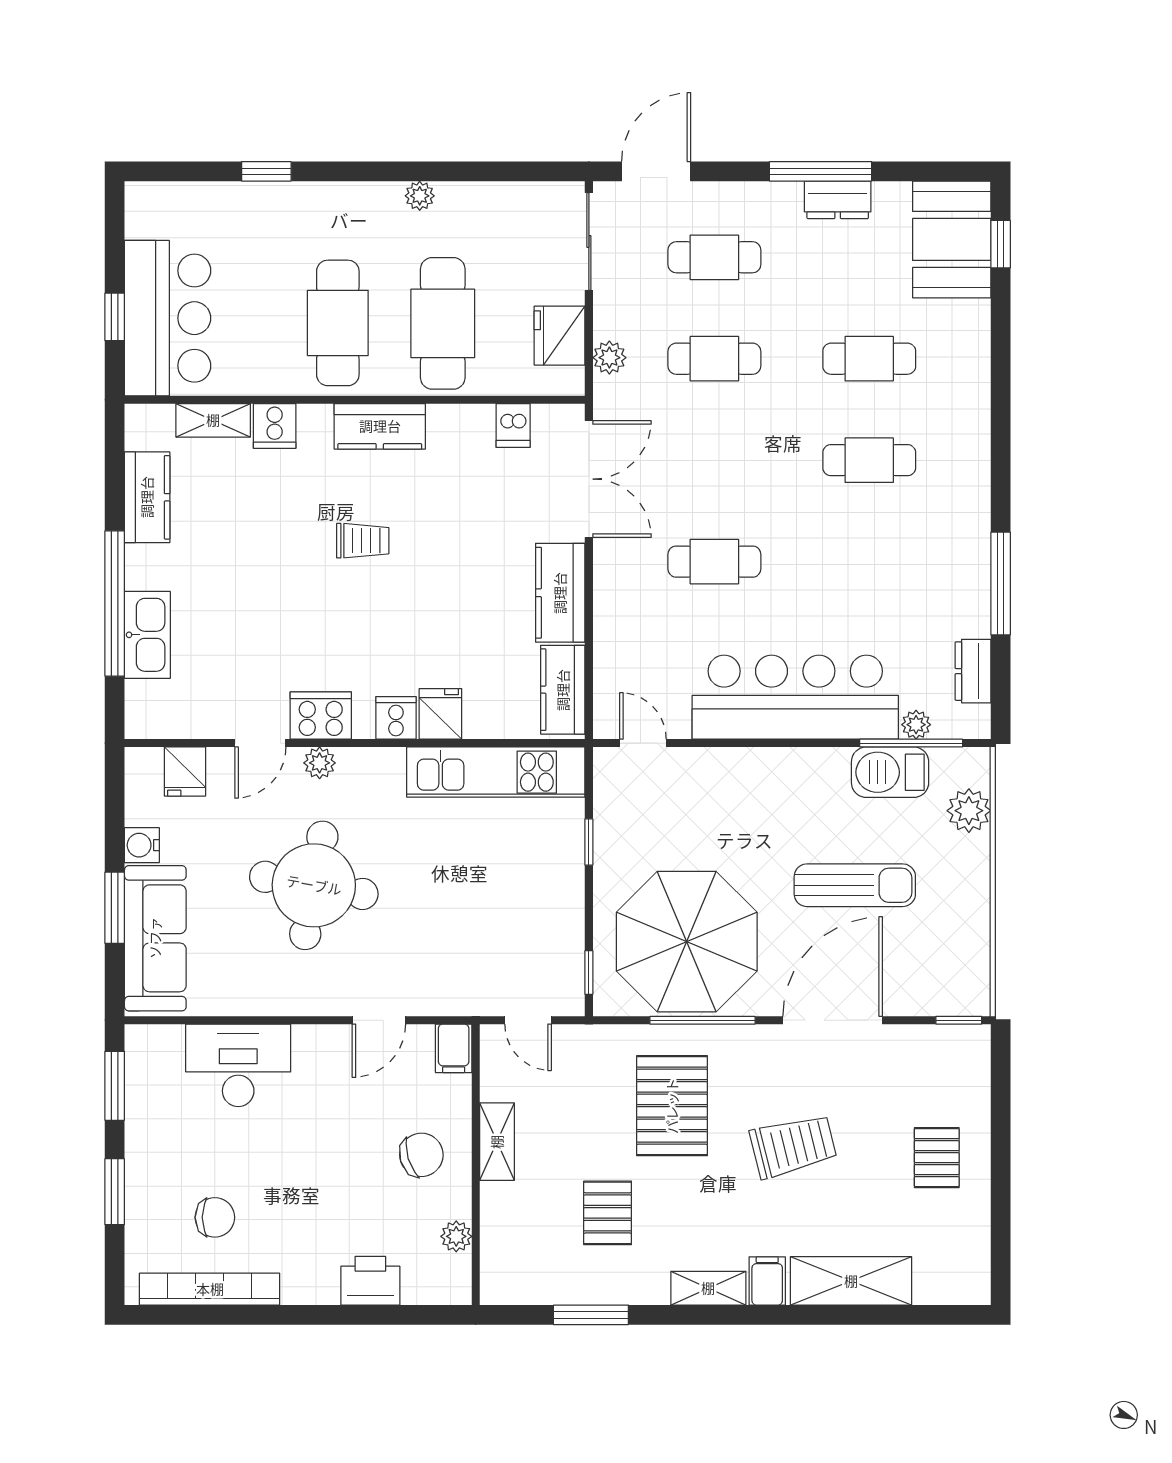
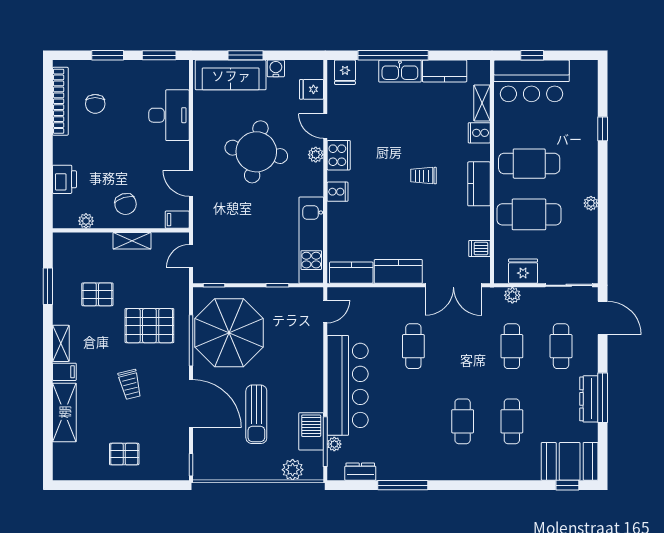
dresser: (838, 200) -> (589, 399), width x1.44
trolley: (363, 541) -> (424, 176), turned 90
kitchen sink: (147, 635) -> (400, 71), moved
fridge: (440, 714) -> (345, 72), moved, turned 90
trolley: (793, 1146) -> (130, 384), width x0.73, depth x0.72

